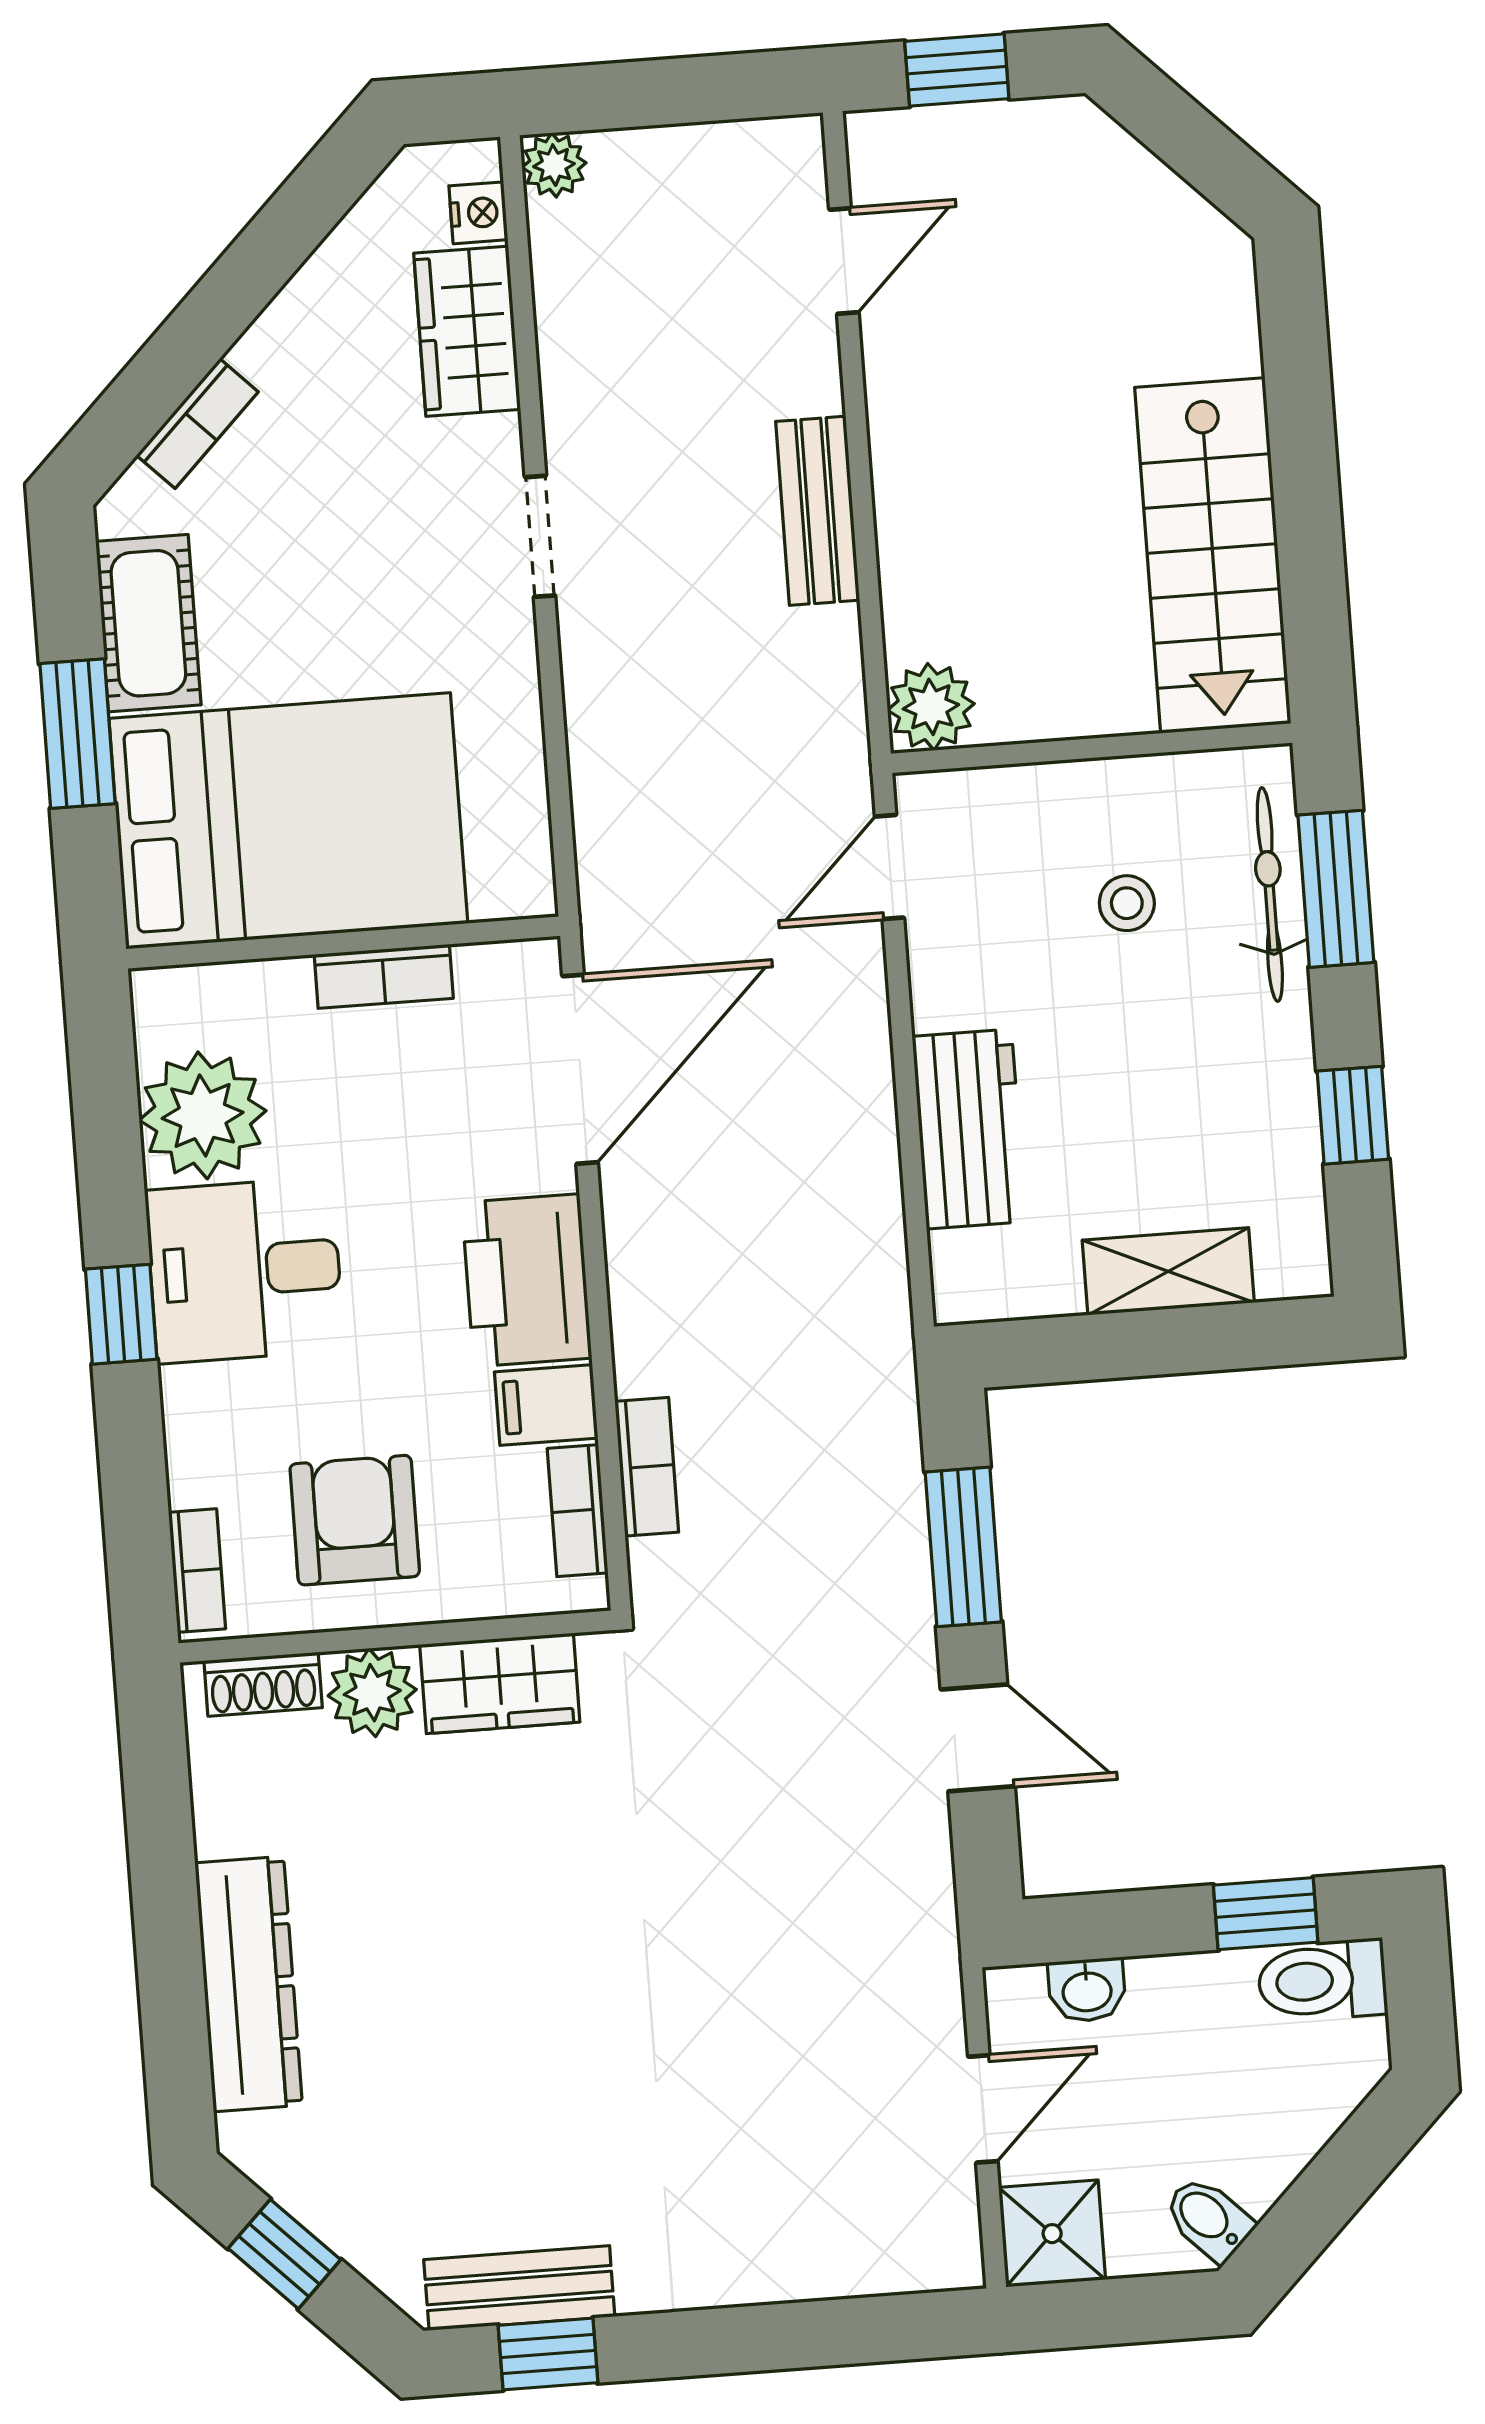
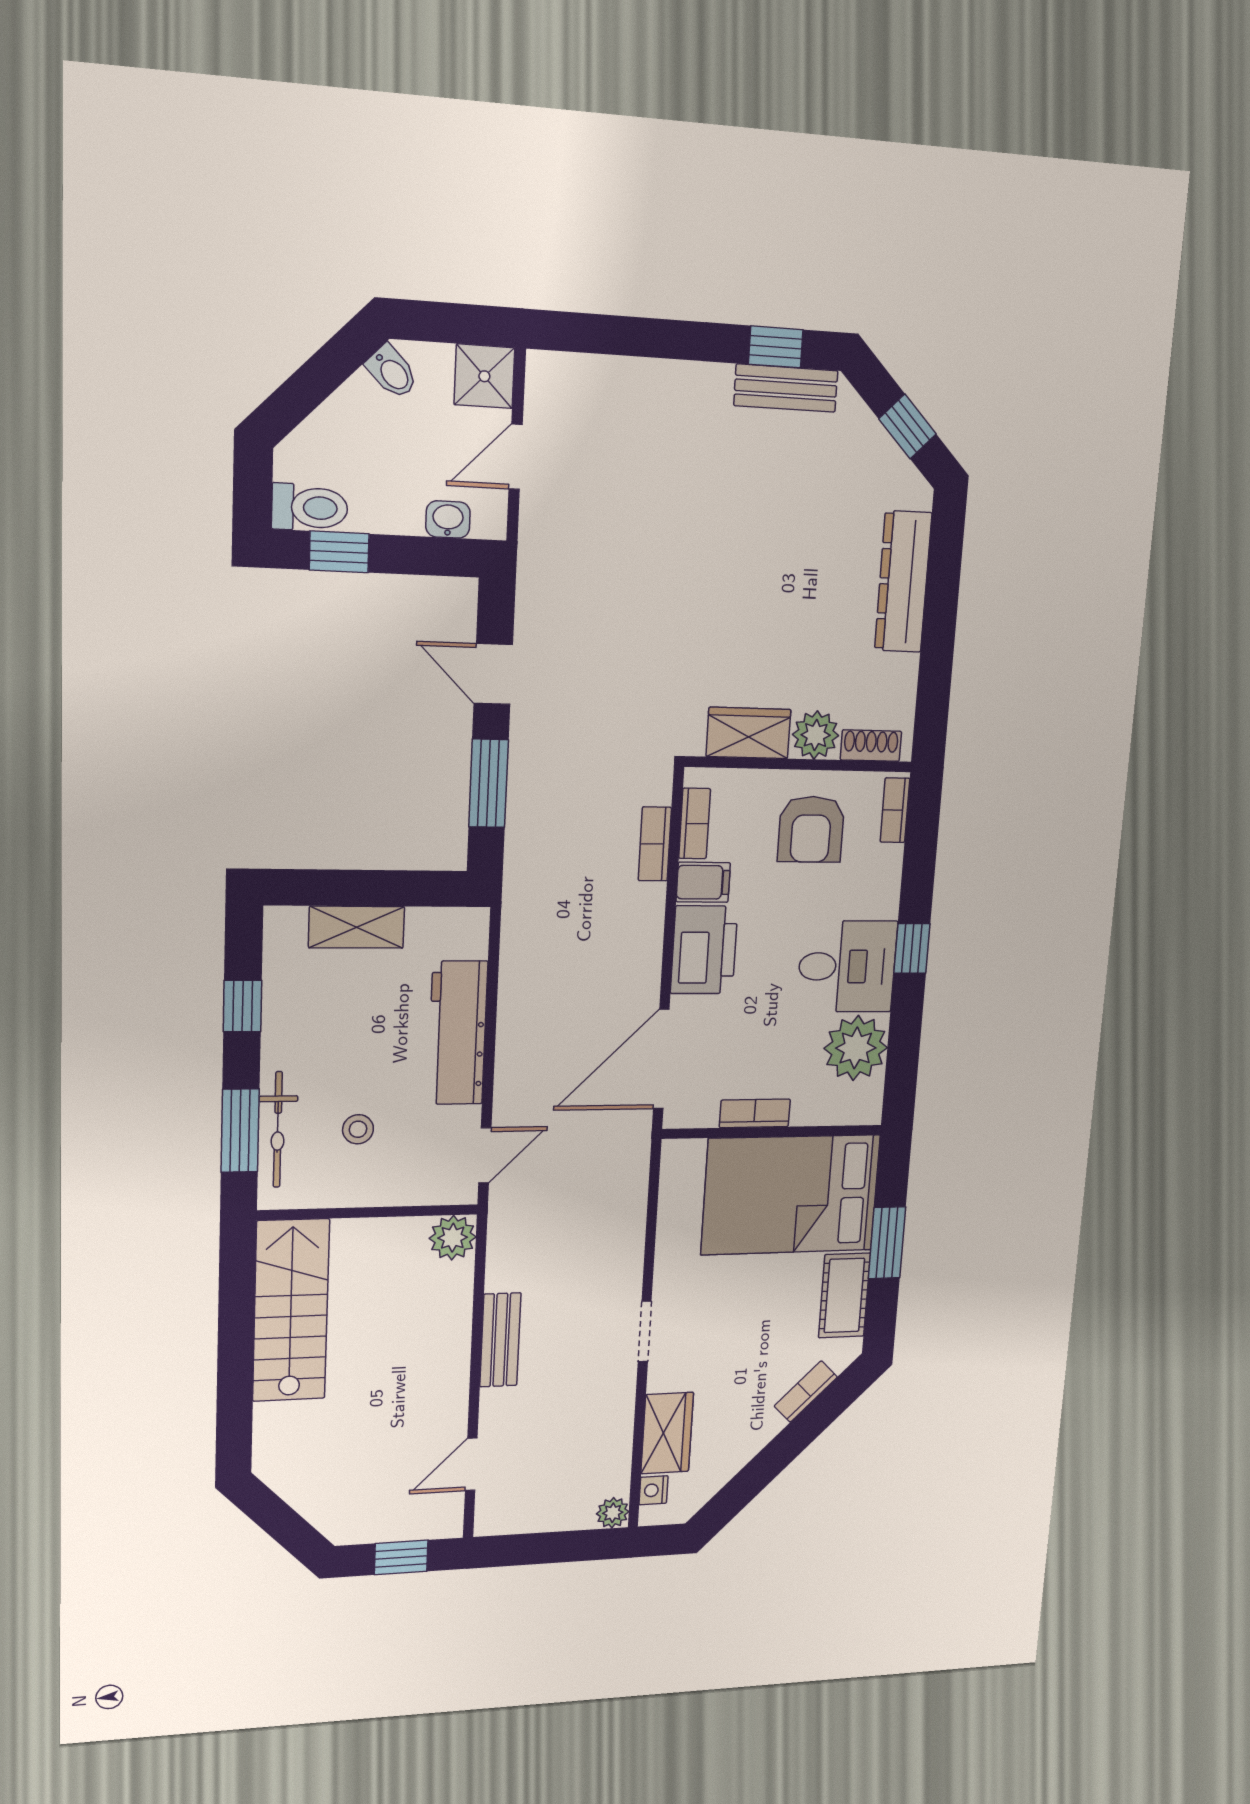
workbench: (969, 1129) -> (458, 1033), width x1.38

